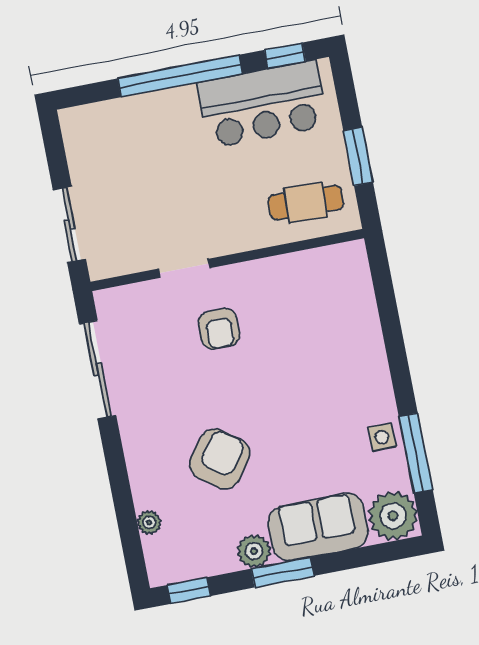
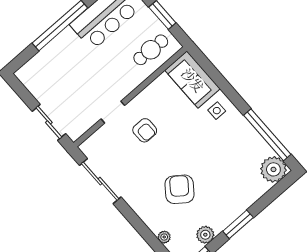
side table: (382, 437) -> (217, 111), moved
window: (416, 453) -> (267, 135), width x1.46
sofa: (318, 527) -> (193, 80), moved, turned -90
plant: (254, 551) -> (205, 235), moved

